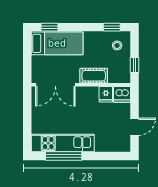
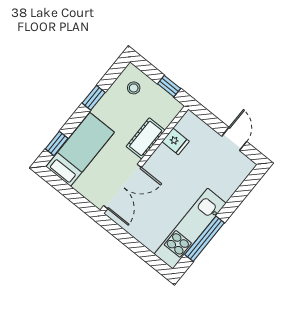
window: (112, 27) -> (94, 98), moved
dishwasher: (122, 94) -> (189, 124), removed

